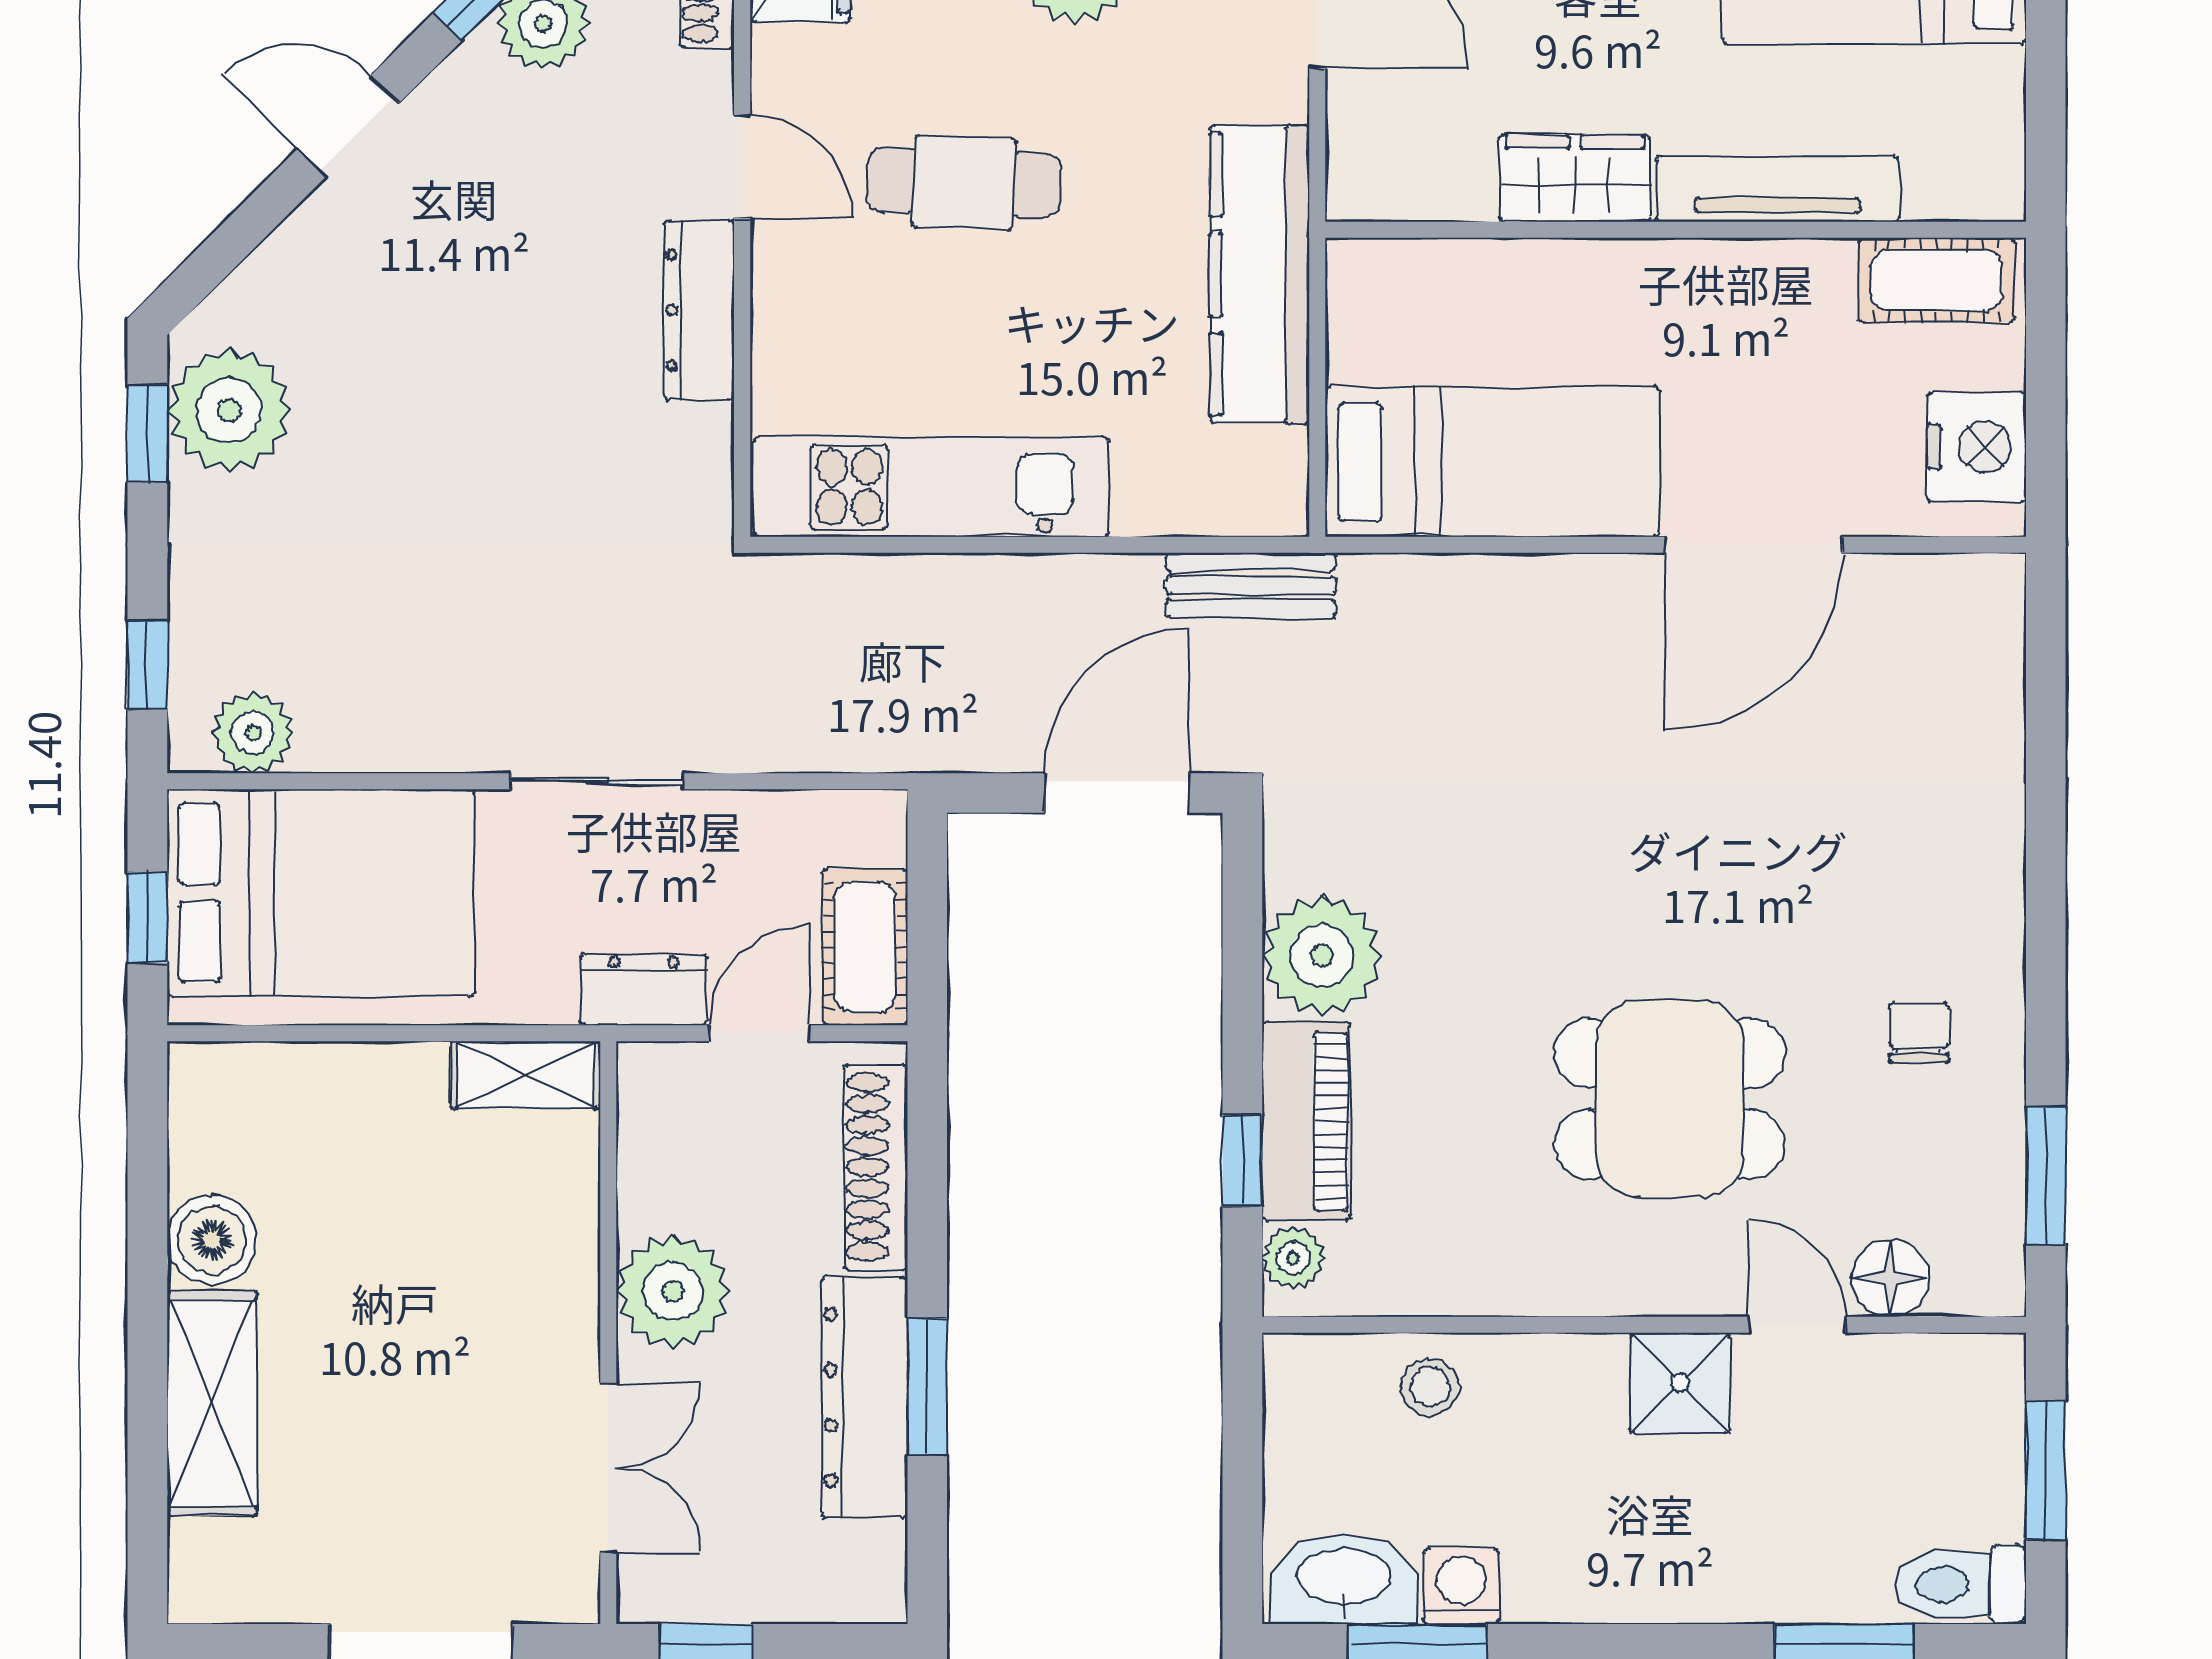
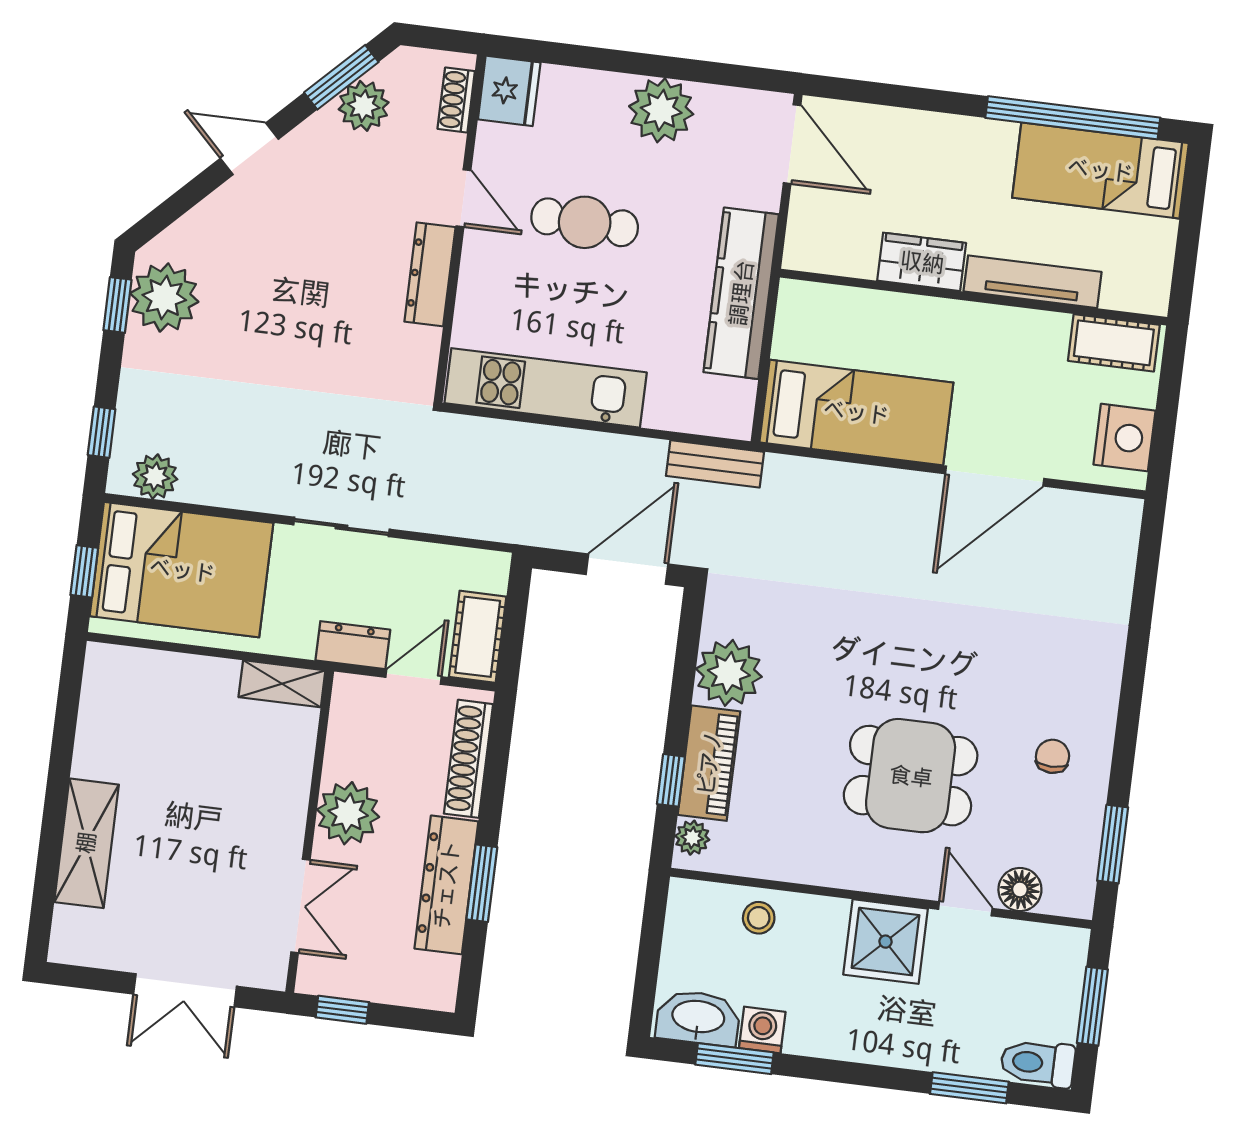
boiler: (212, 1240) -> (98, 753), removed
shower: (1680, 1383) -> (886, 942), width x1.36, depth x1.36

